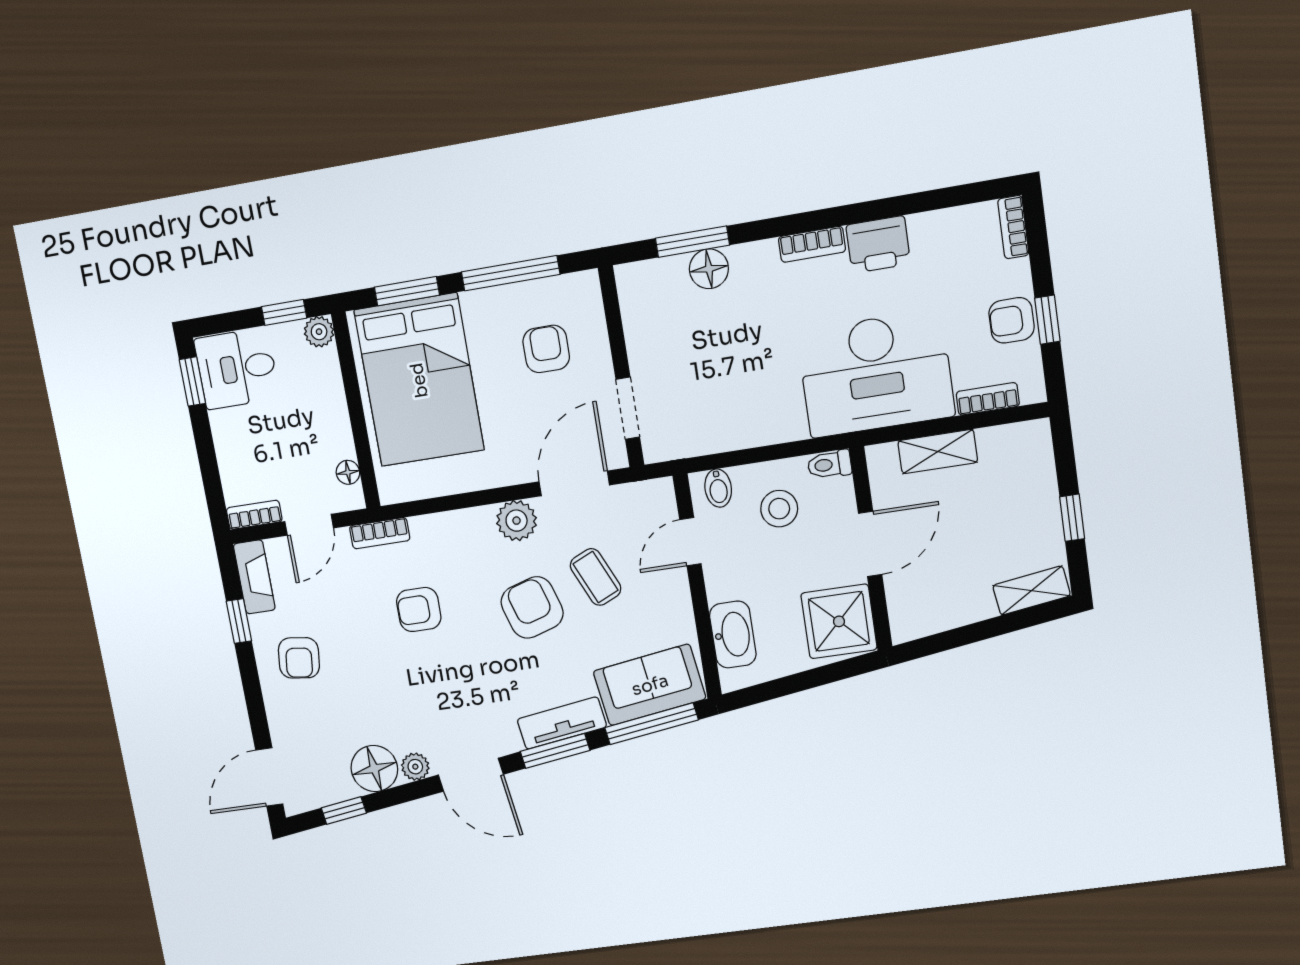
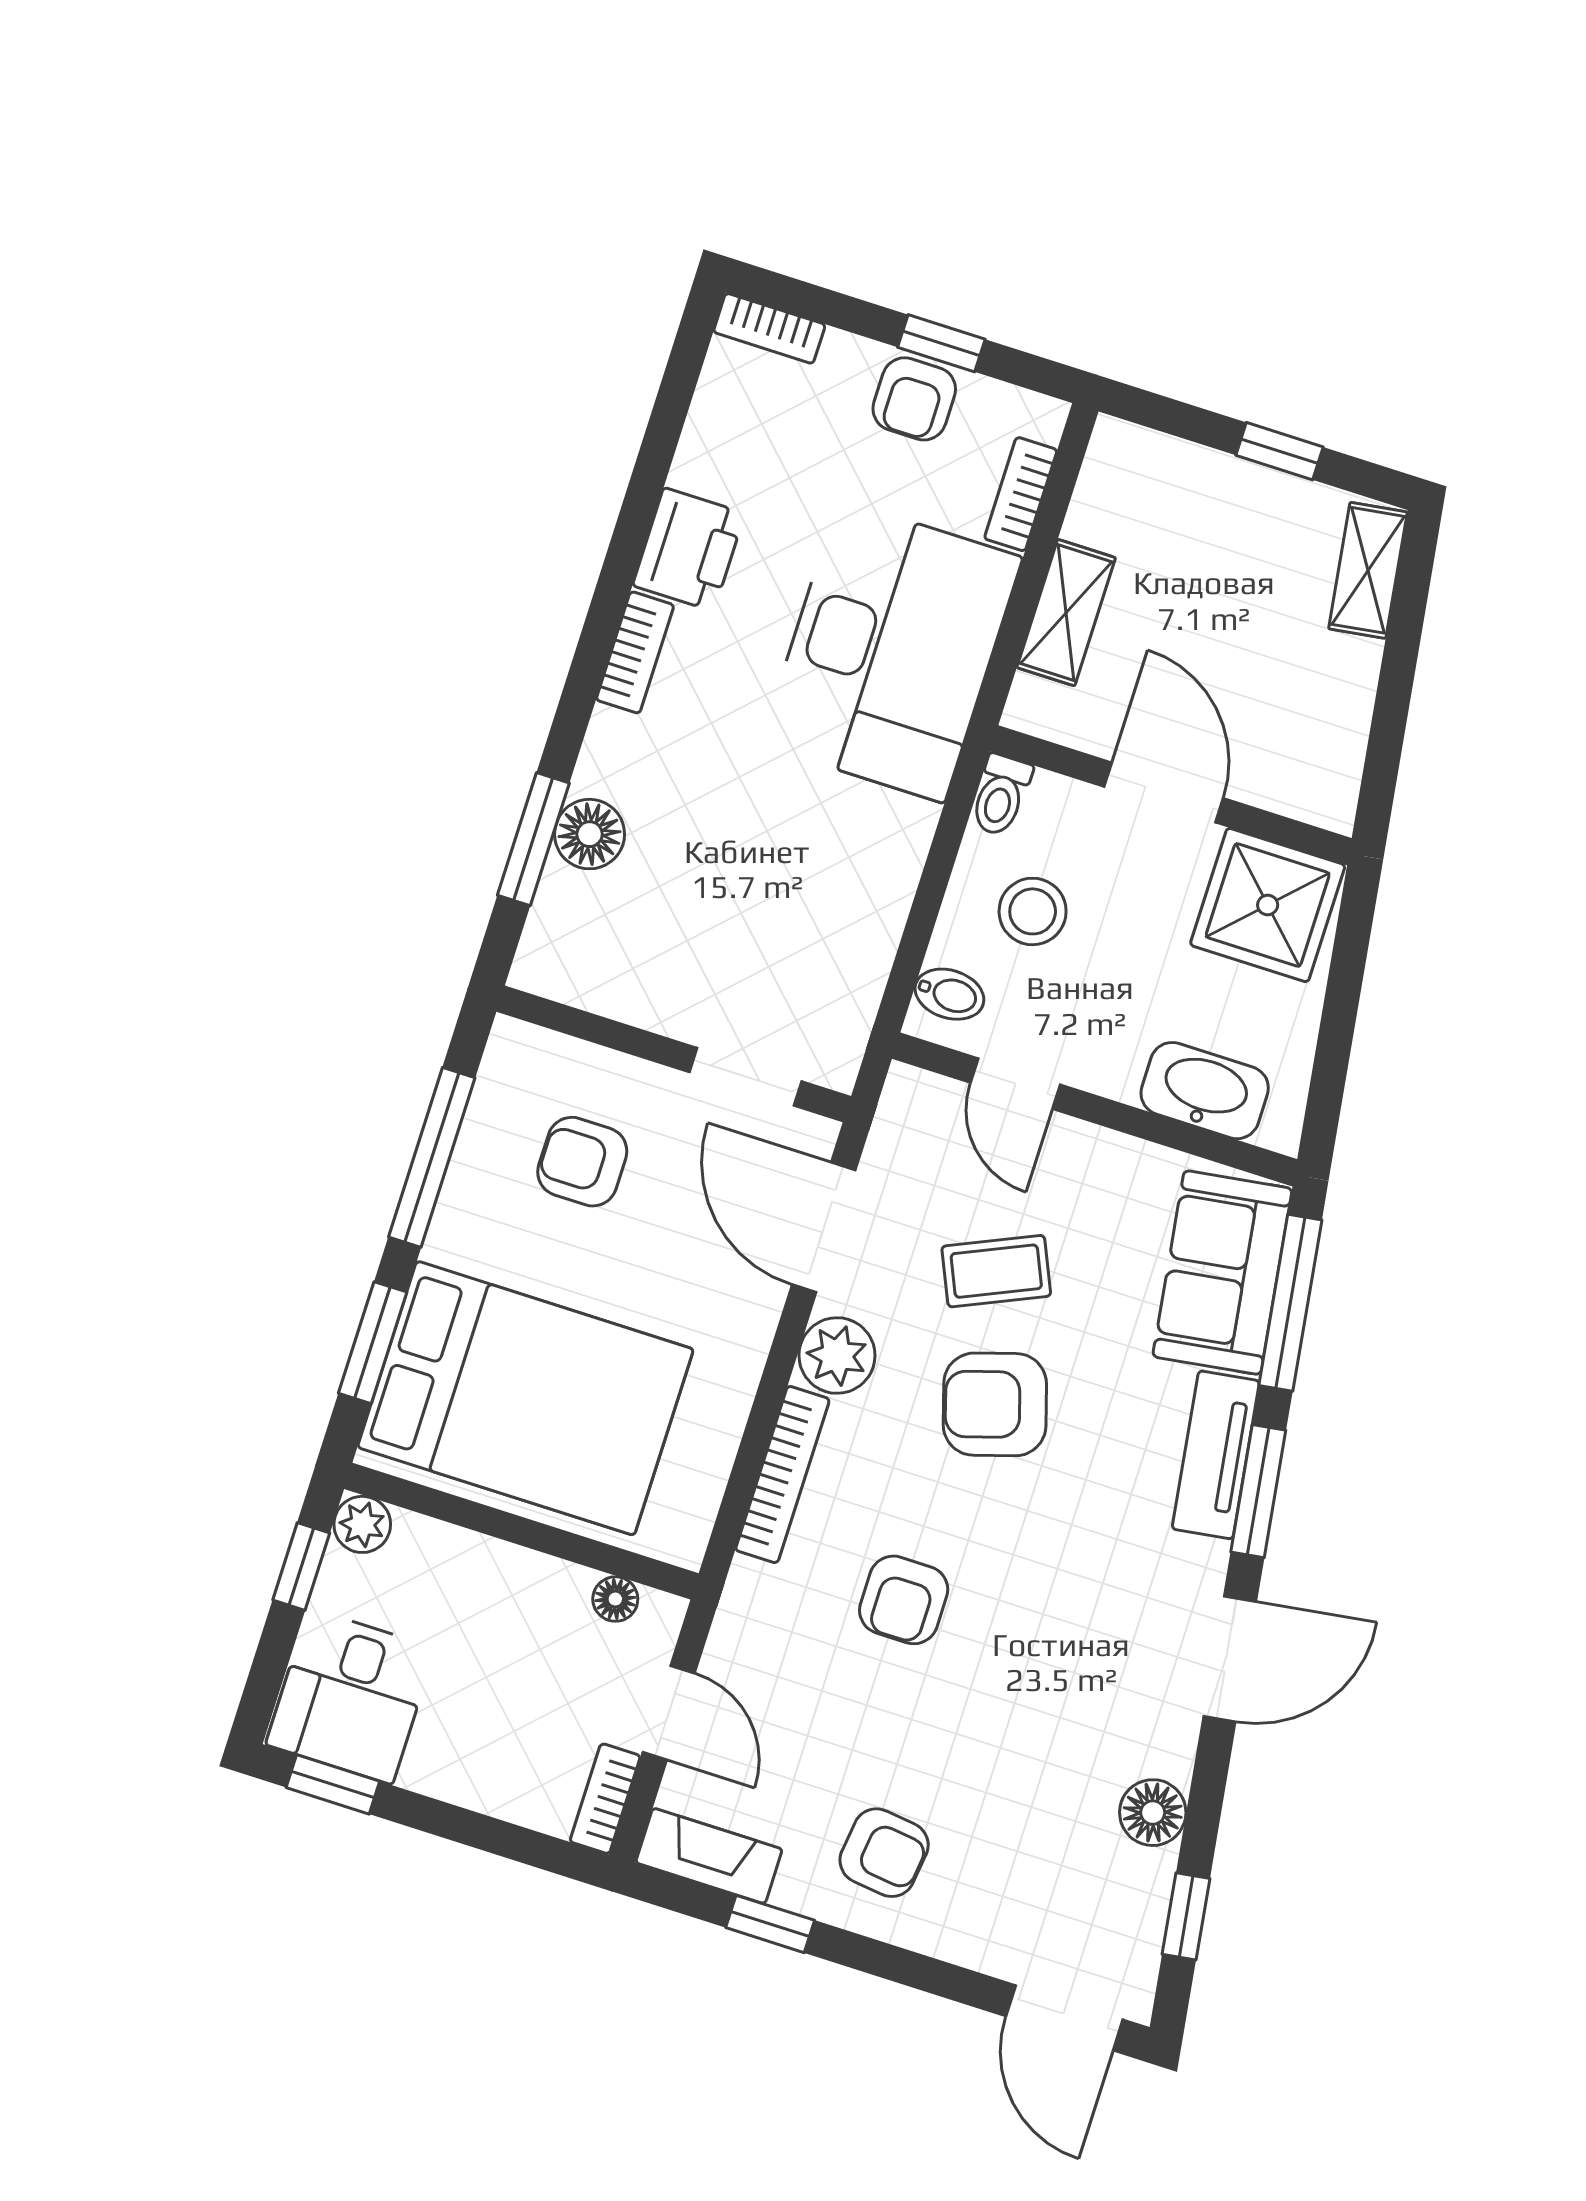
bookcase: (380, 533) -> (782, 1475), moved, width x1.56
plant: (415, 767) -> (1170, 1749), removed
floor lamp: (374, 769) -> (1153, 1813), width x0.73, depth x0.73

